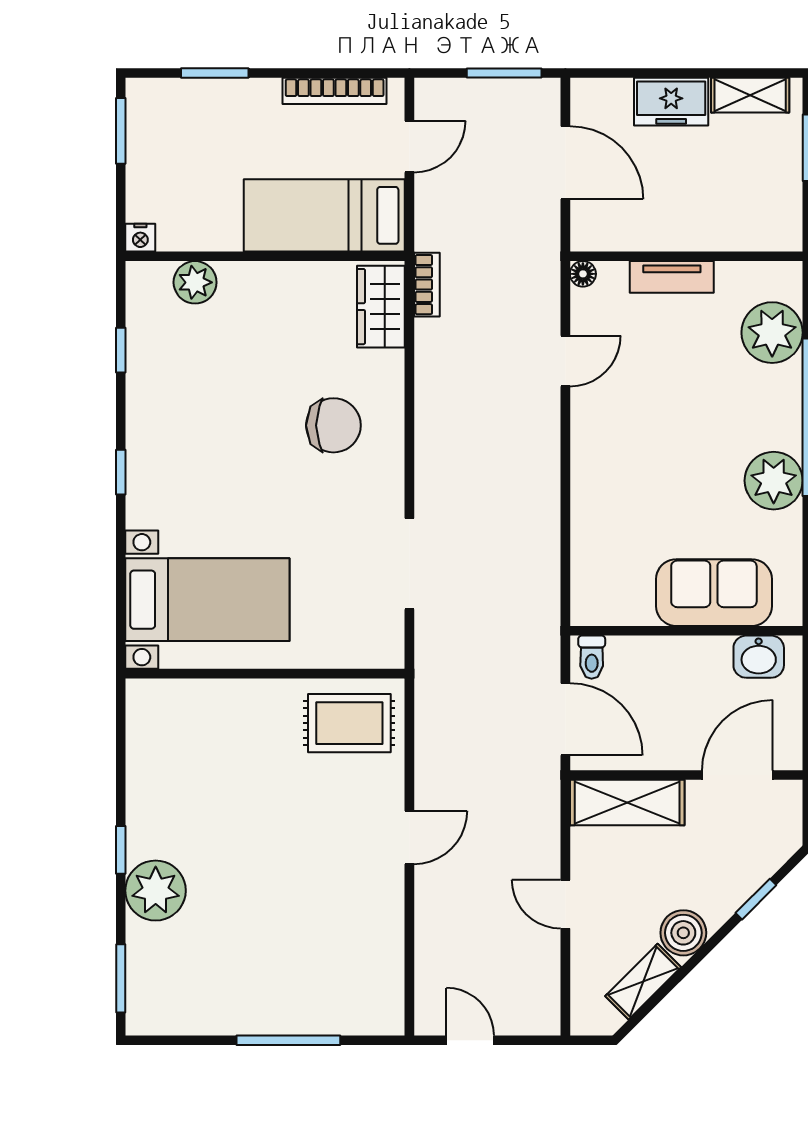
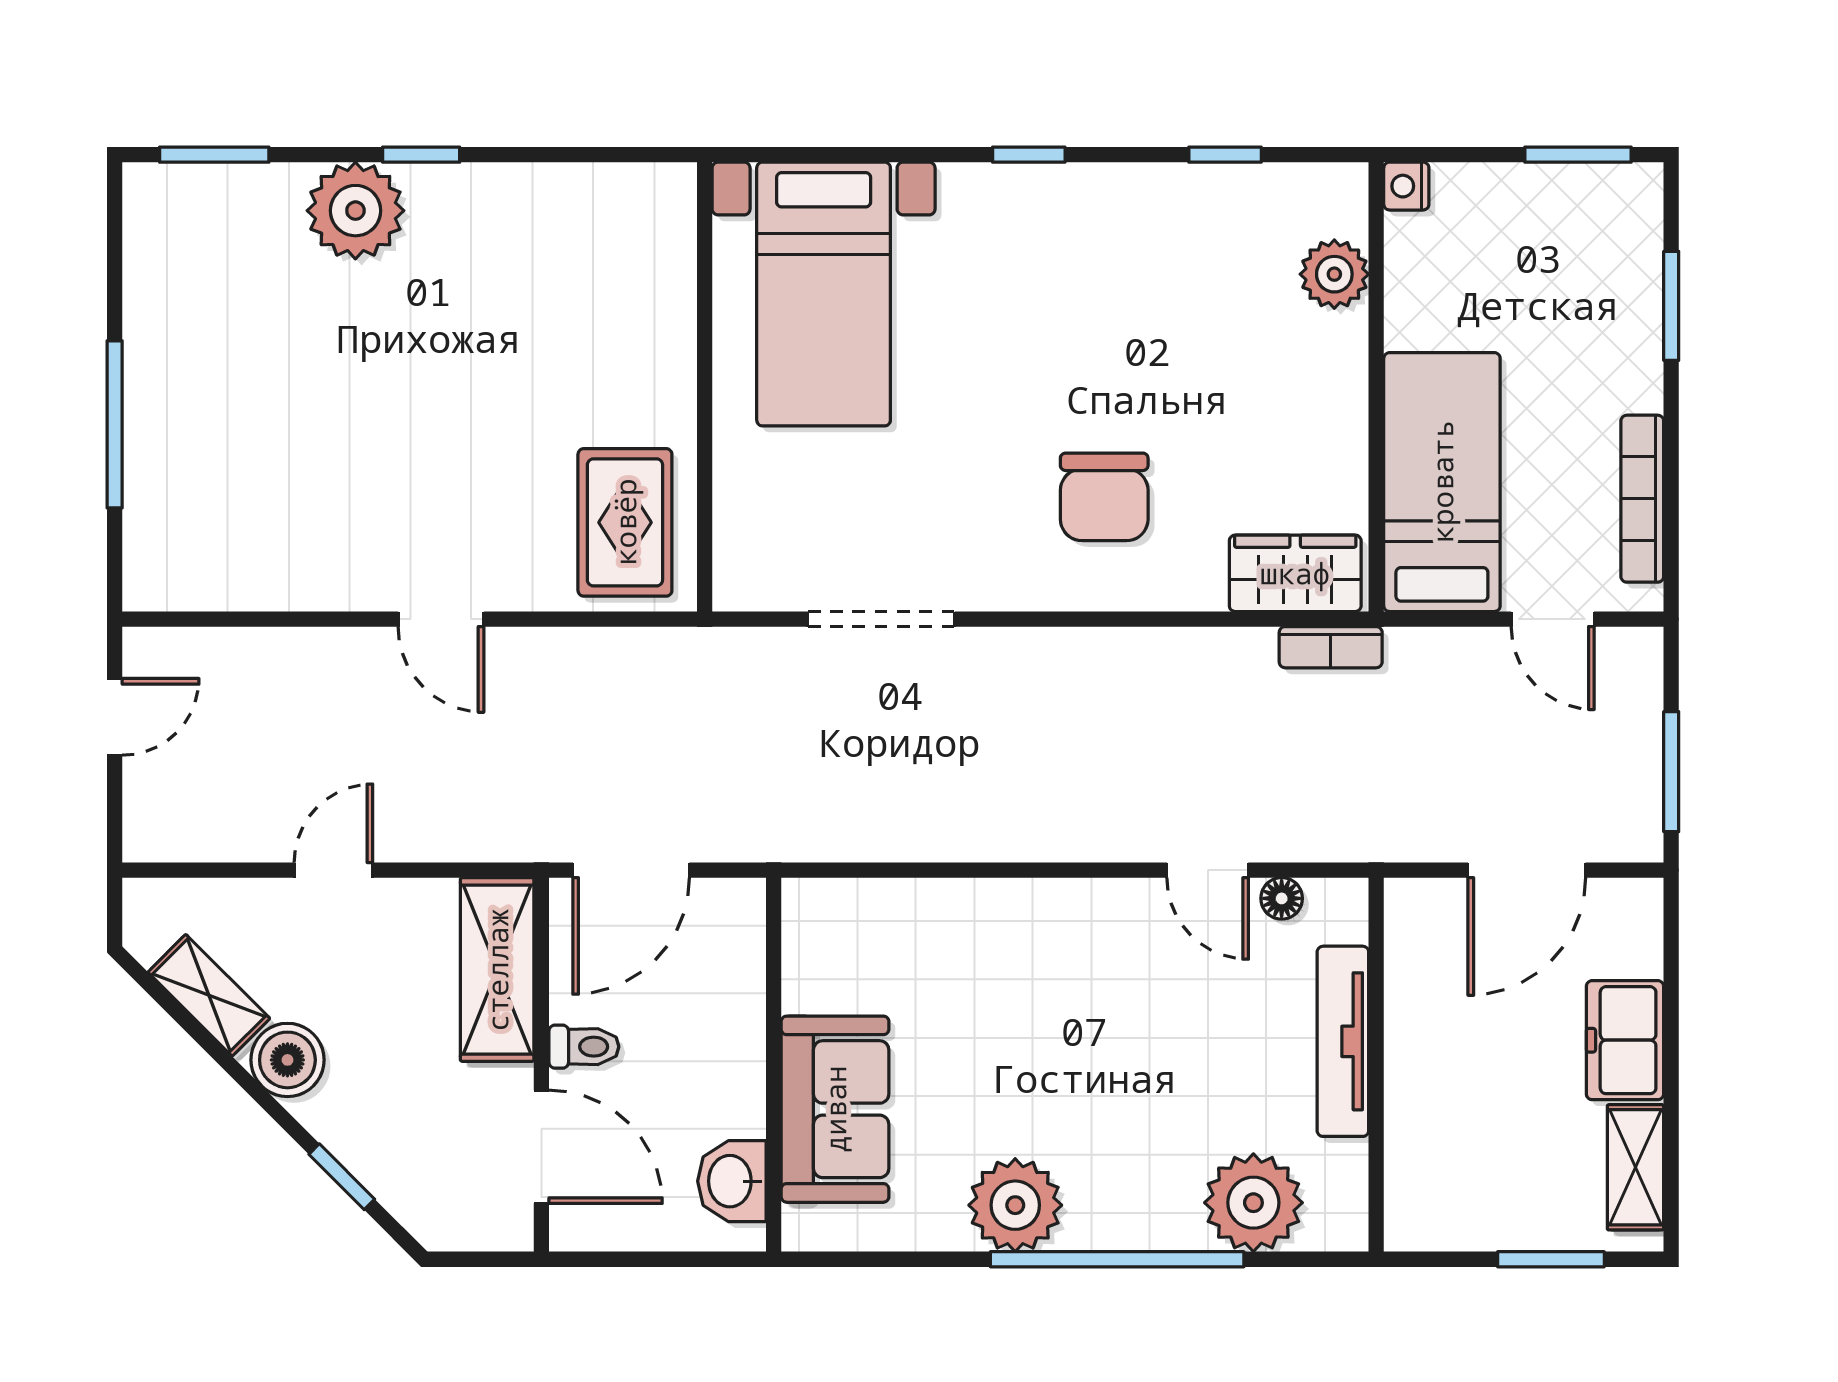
floor lamp: (583, 274) -> (1282, 898), moved
tv unit: (672, 277) -> (1343, 1041), width x1.41
toilet: (592, 657) -> (584, 1047), moved, turned 180

